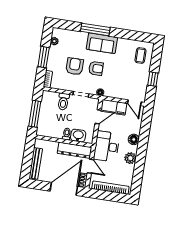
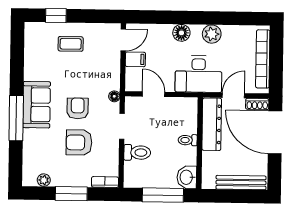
coffee table: (140, 55) -> (71, 44), moved
window: (153, 79) -> (56, 16), moved
washbasin: (78, 136) -> (187, 177), moved

